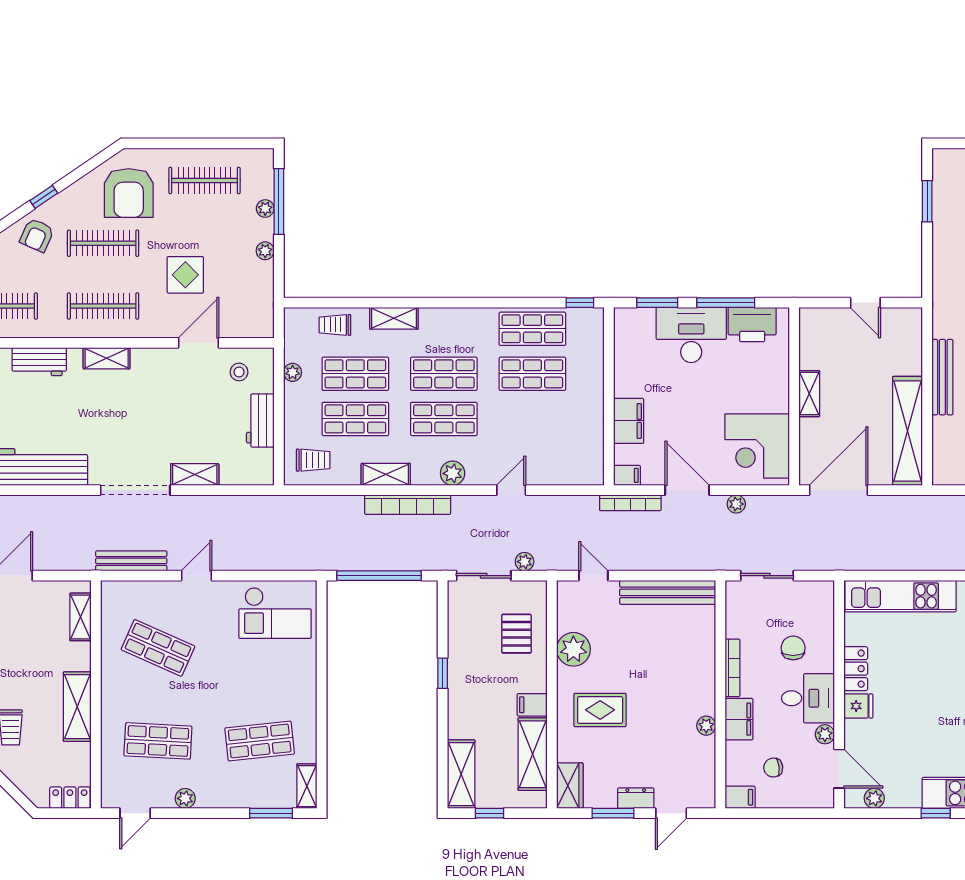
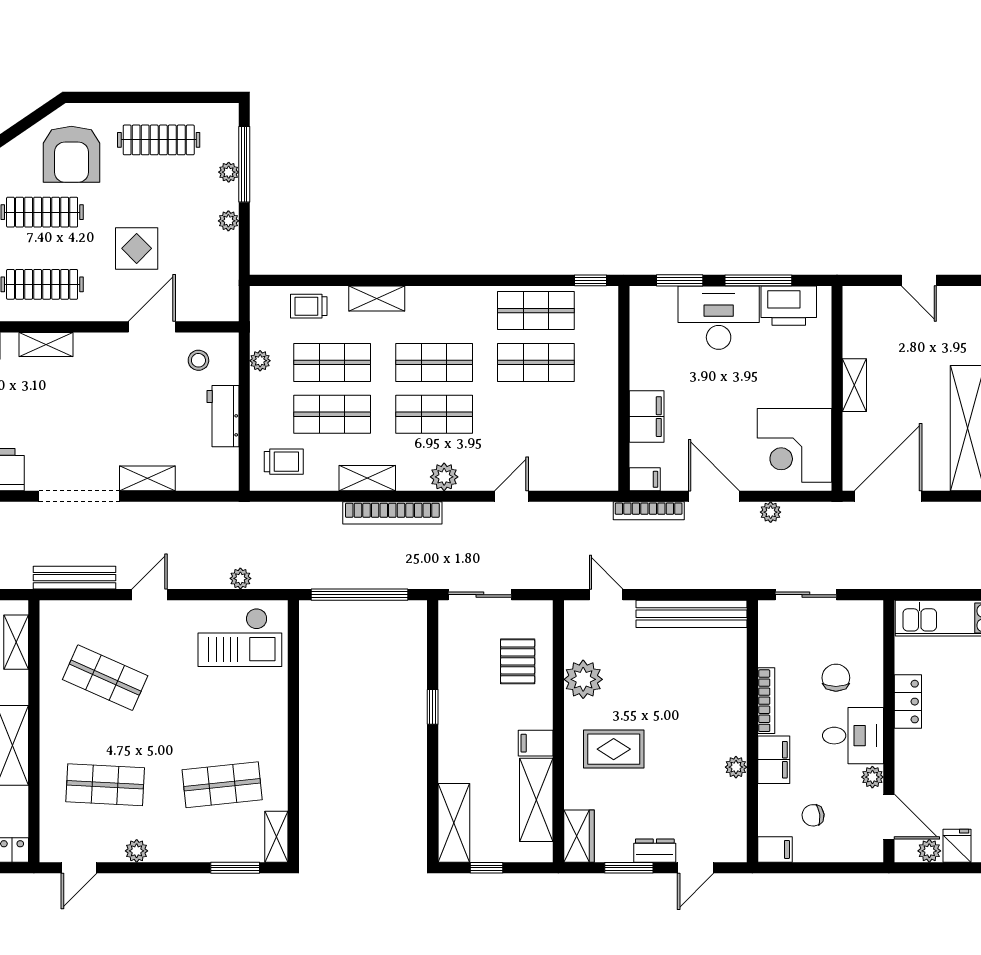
plant: (525, 562) -> (240, 578), moved
fridge: (858, 706) -> (957, 846), moved, turned -90

